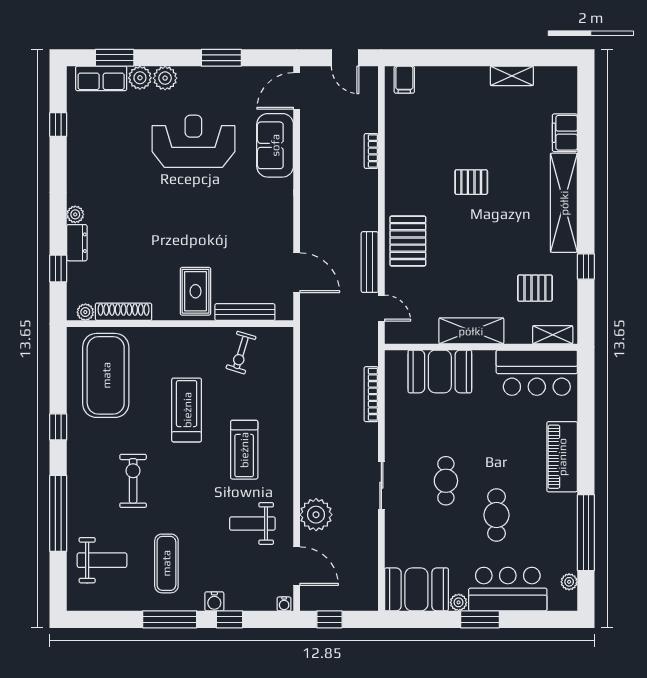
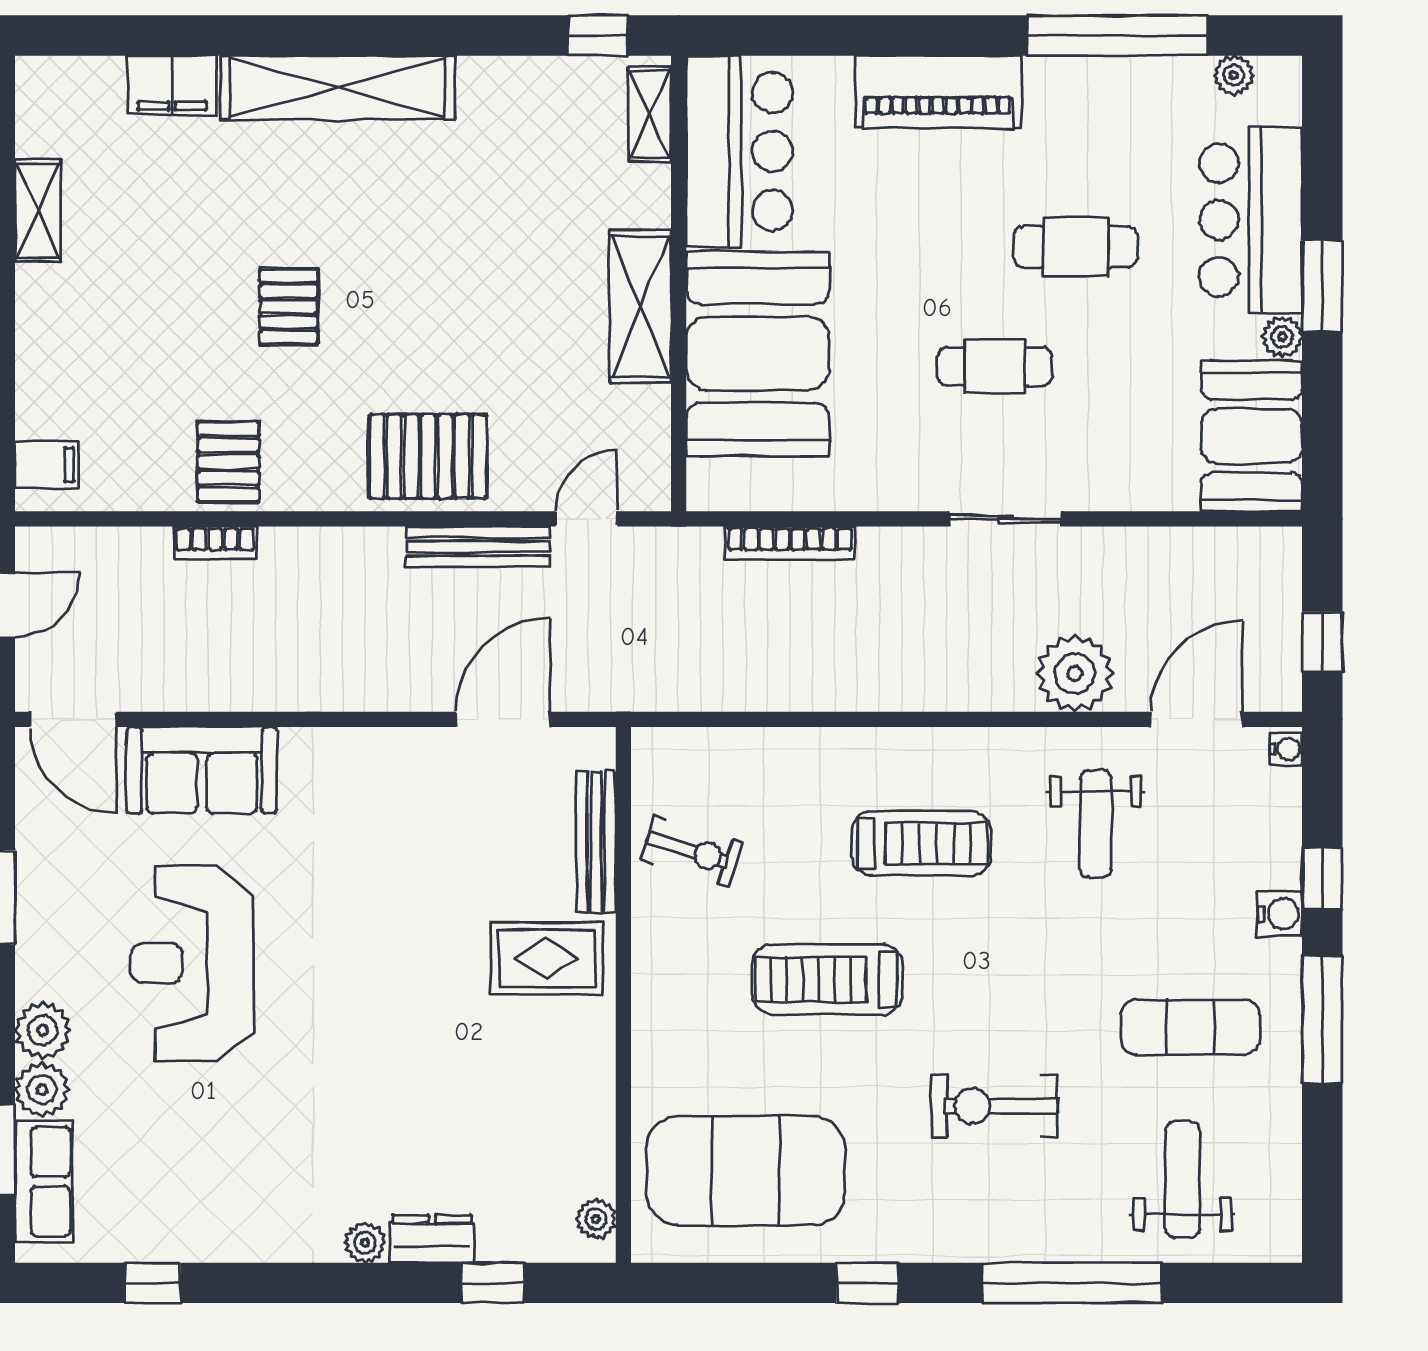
window: (586, 267) -> (598, 36), moved
pallet: (535, 288) -> (228, 462), moved
shoe rack: (124, 312) -> (595, 1129), removed
booth: (440, 371) -> (758, 354), width x1.36, depth x1.42

